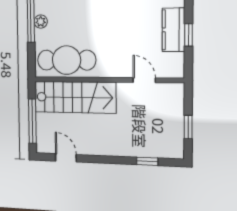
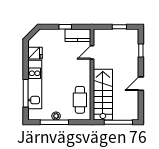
kitchen counter: (174, 30) -> (78, 35), moved
cafe table: (66, 60) -> (80, 100), width x0.73, depth x0.74
door: (66, 158) -> (141, 84), moved

